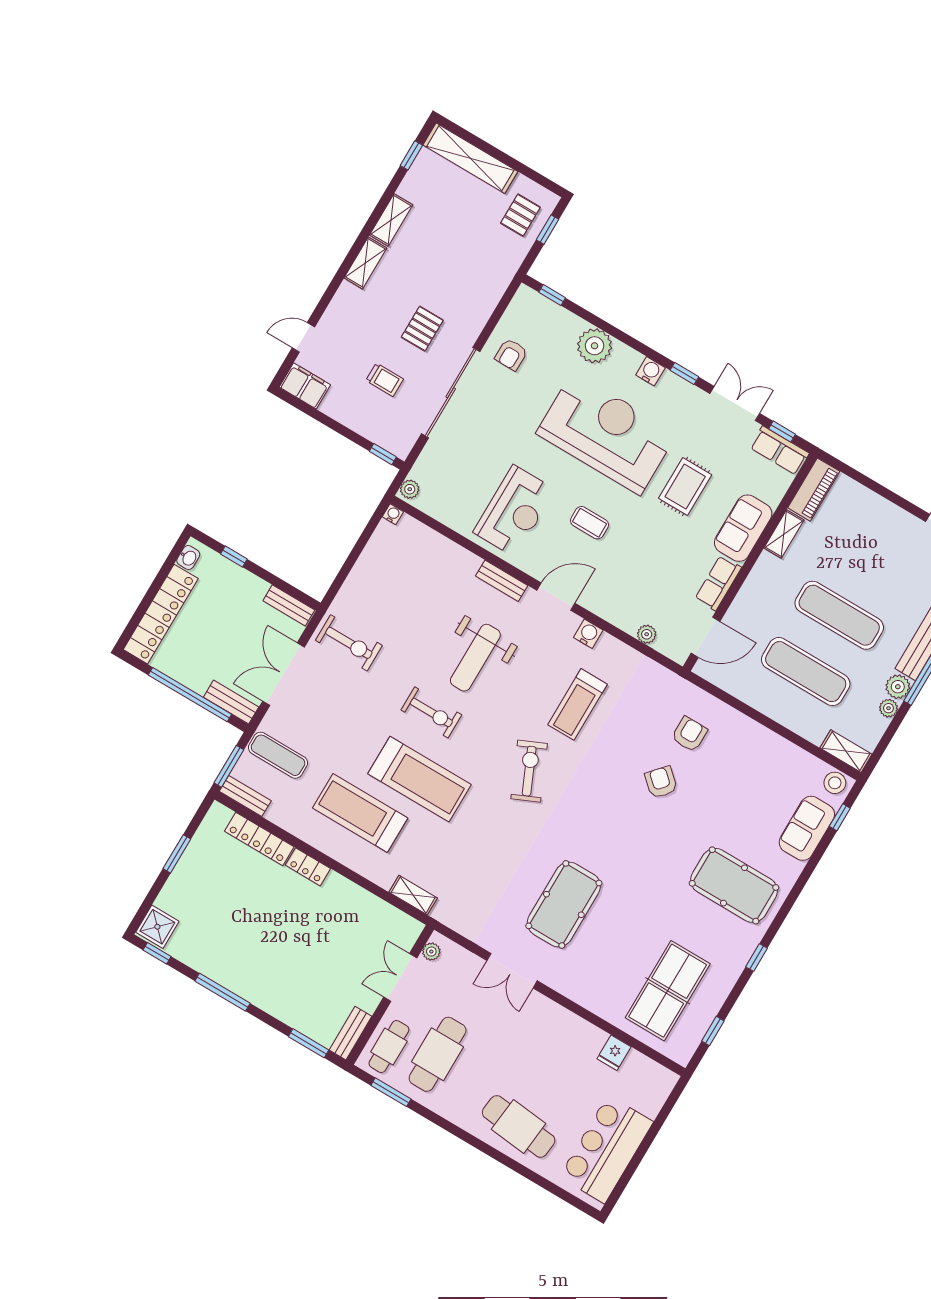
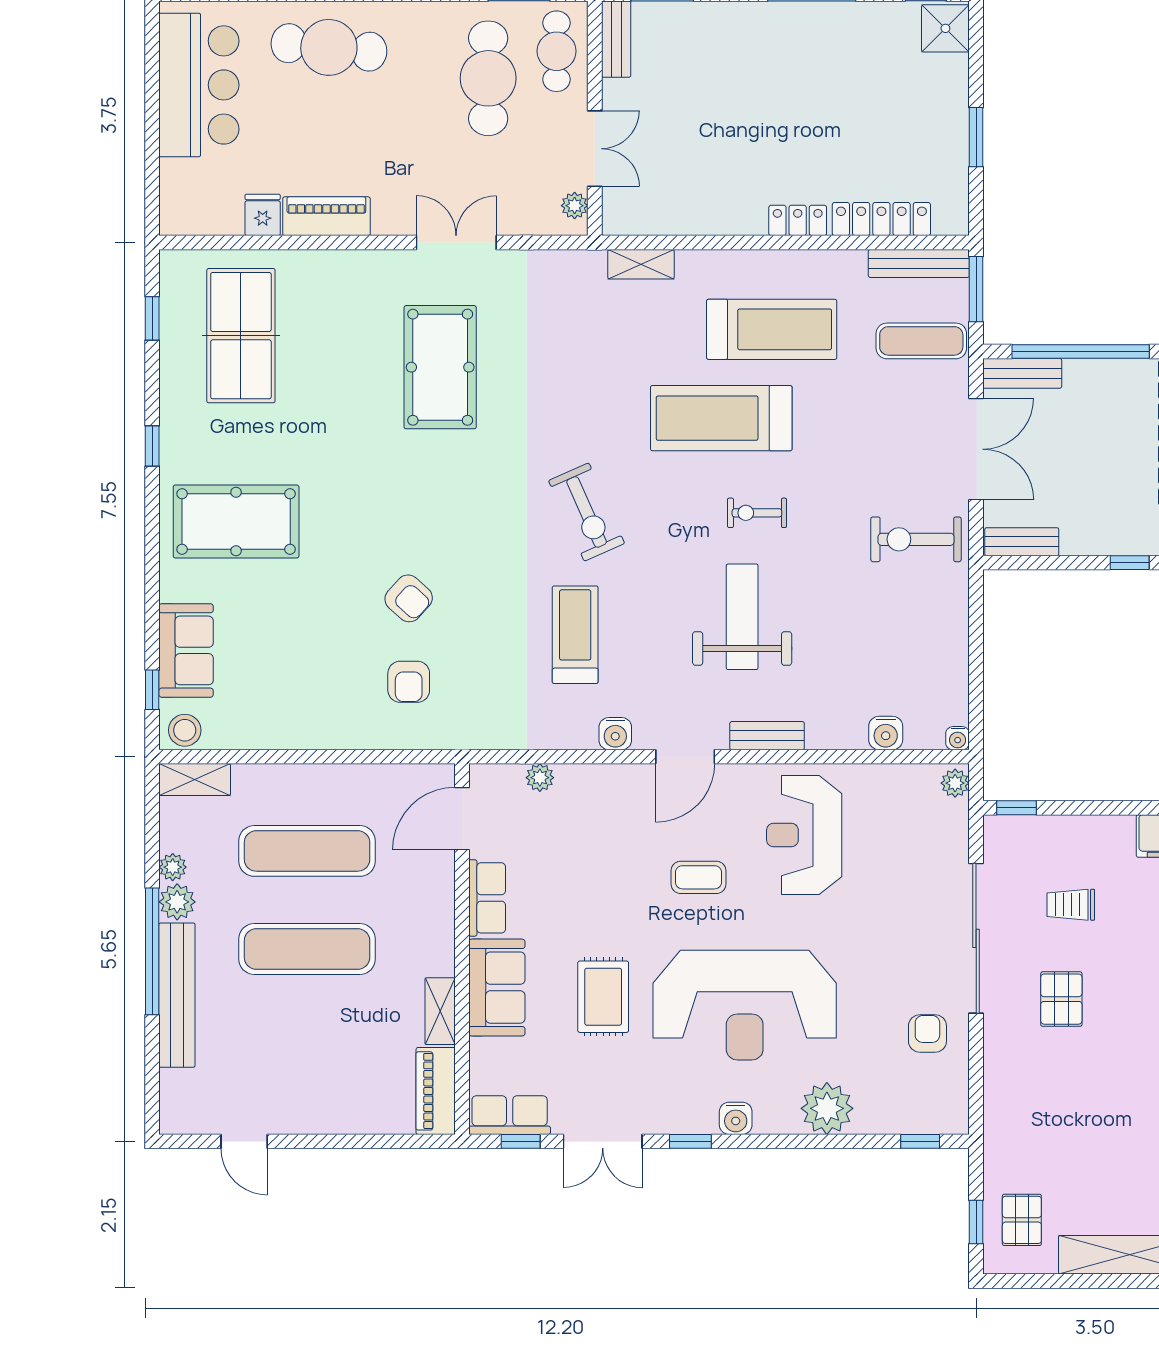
water cooler: (432, 542) -> (886, 733), added
exercise bike: (431, 712) -> (757, 513), width x0.73, depth x0.72
bench: (245, 796) -> (919, 263), width x1.36
piano: (578, 1030) -> (326, 216), added

